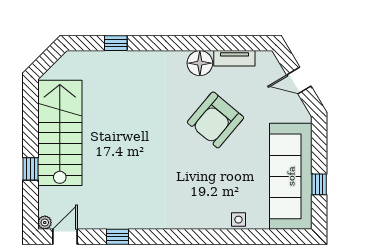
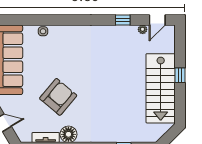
window: (31, 169) -> (180, 75), moved
plant: (45, 223) -> (143, 29), moved

